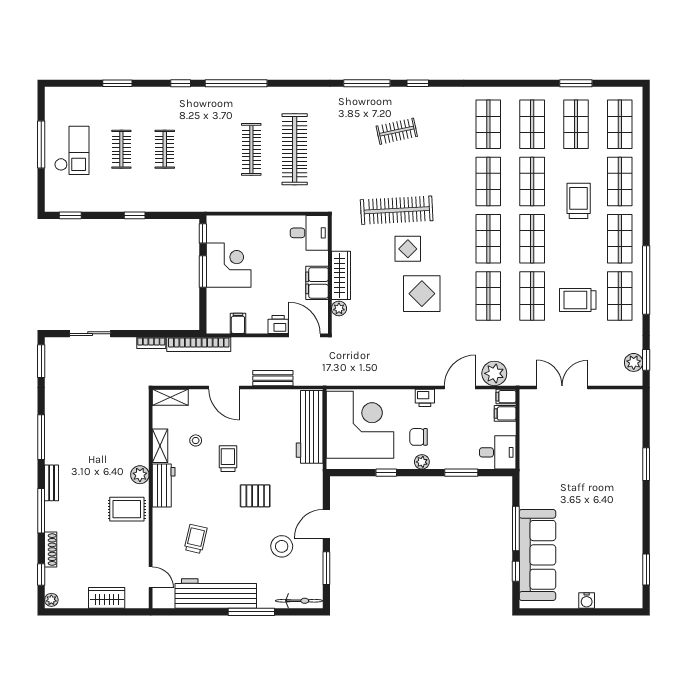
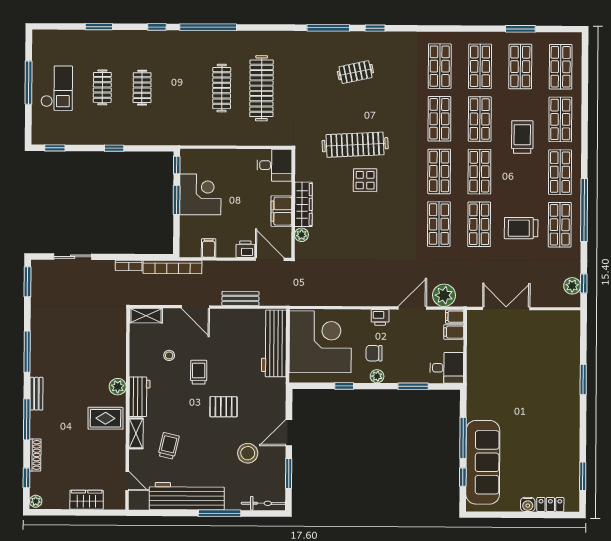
display table: (422, 294) -> (378, 222), removed
shelving: (160, 446) -> (136, 433), moved
locker: (611, 601) -> (550, 505), added

